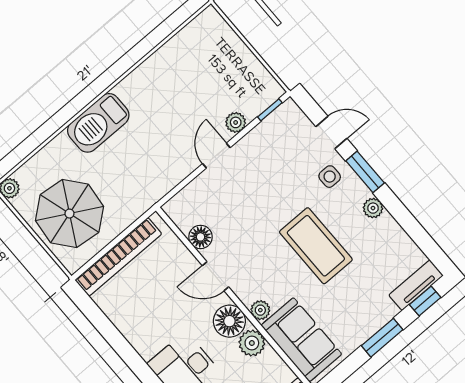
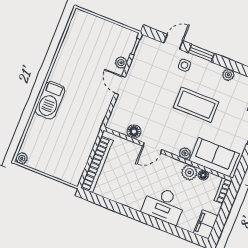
plant: (373, 208) -> (228, 75), moved
parasol: (69, 214) -> (60, 155), removed
floor lamp: (229, 321) -> (203, 175), moved, width x0.53, depth x0.53

